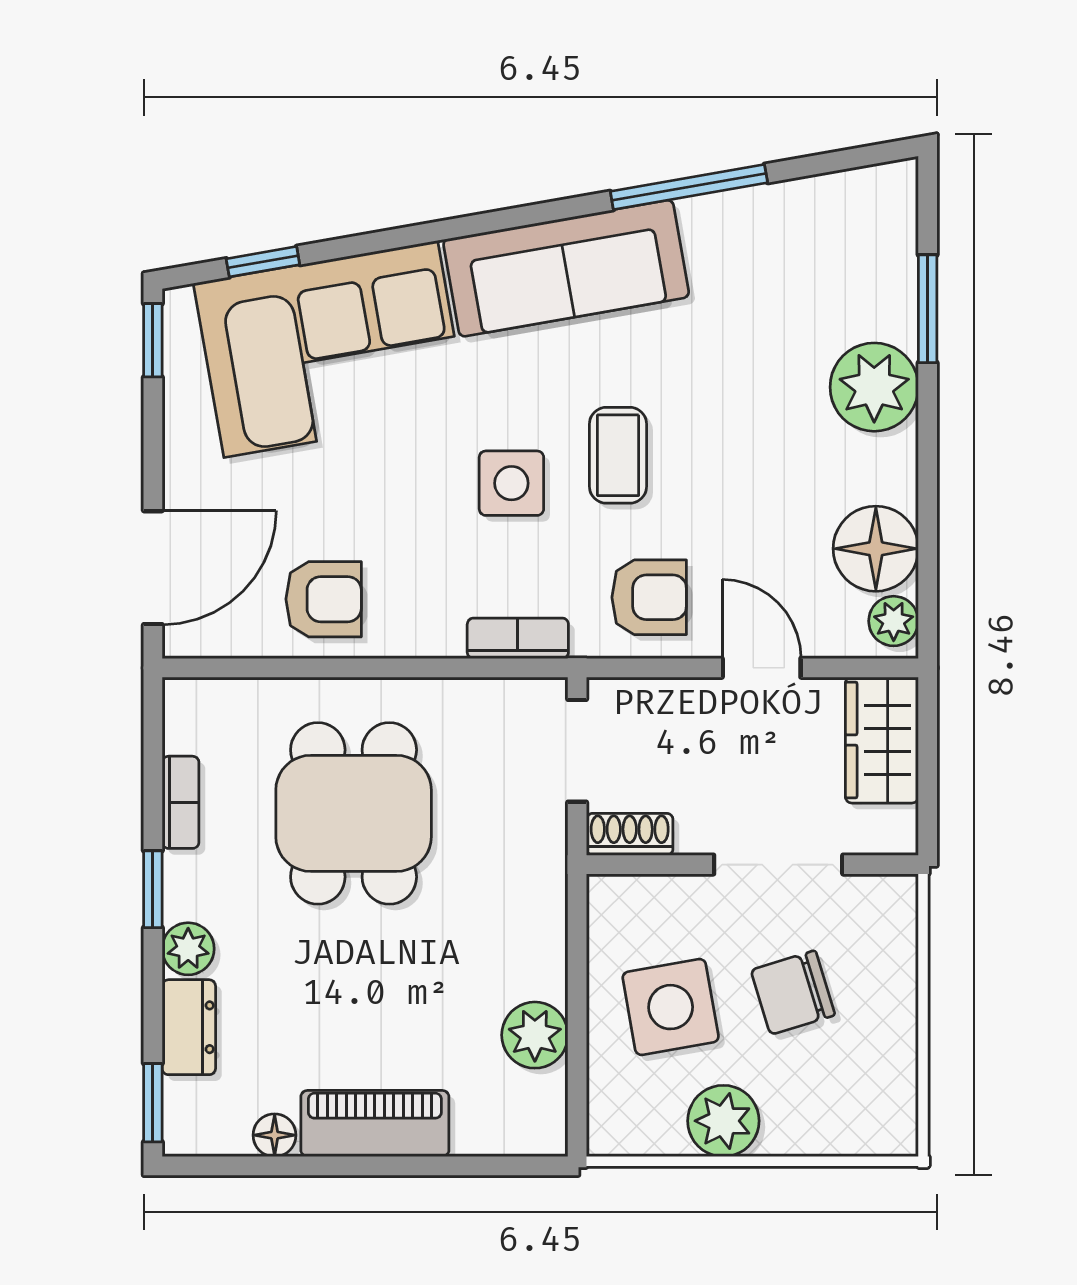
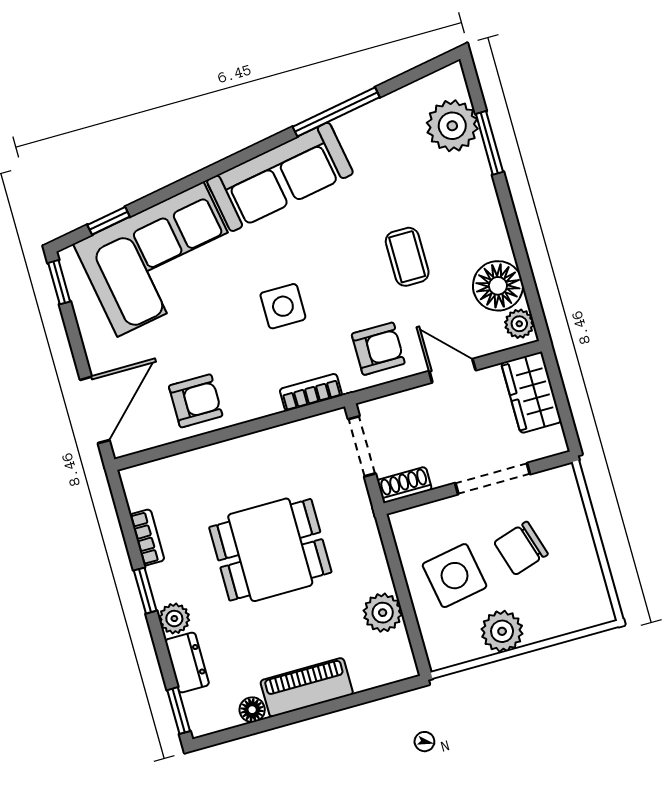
plant: (874, 387) -> (452, 126), moved
coffee table: (618, 455) -> (407, 257), moved
dining table: (354, 813) -> (270, 550), moved, turned 90

